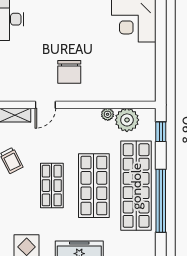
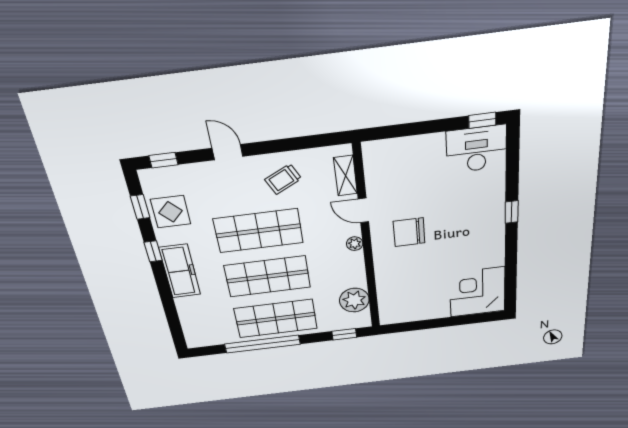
plant: (108, 114) -> (355, 244), moved
shop shelf: (52, 186) -> (258, 231), width x1.43, depth x1.36
shop shelf: (136, 186) -> (276, 319), width x0.71

